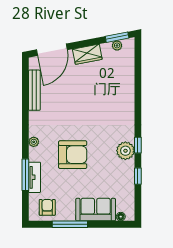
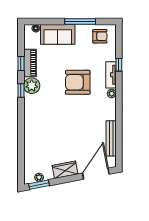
window: (25, 175) -> (119, 65), width x0.46
tv unit: (35, 177) -> (111, 75), moved
piano: (127, 177) -> (30, 63), added
armchair: (47, 207) -> (100, 36), turned -90

